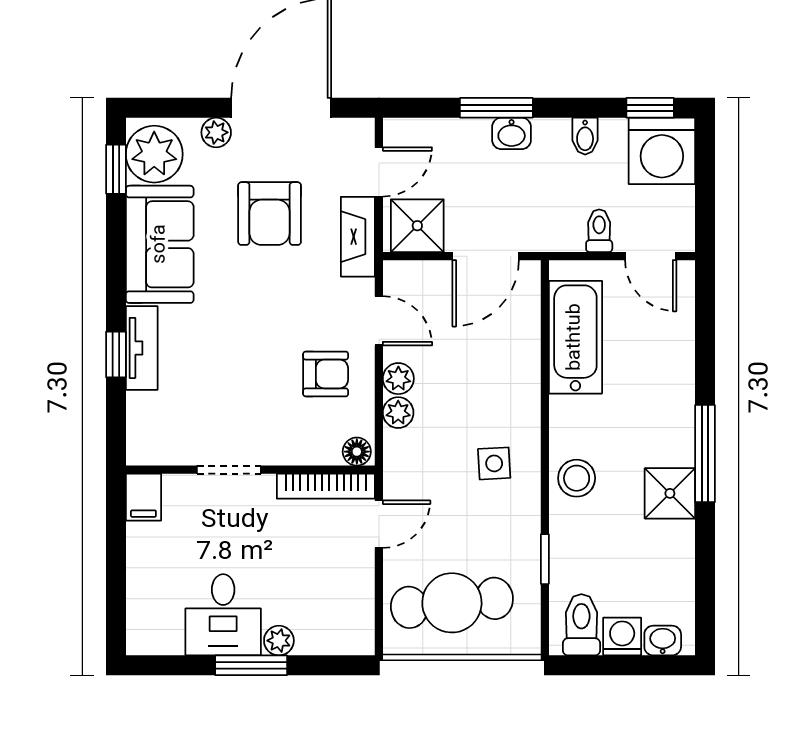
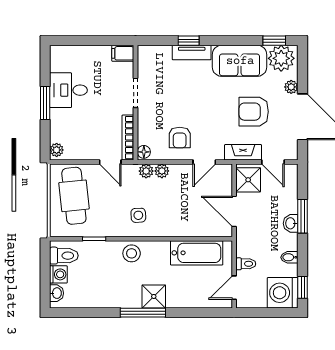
plant: (398, 379) -> (146, 171), moved
shower: (670, 493) -> (154, 296), moved
plant: (279, 641) -> (57, 150), moved

